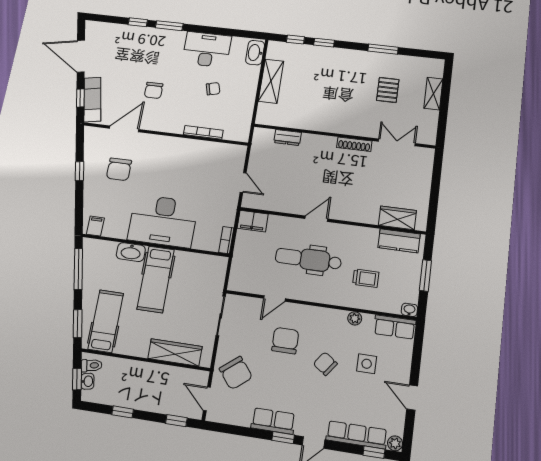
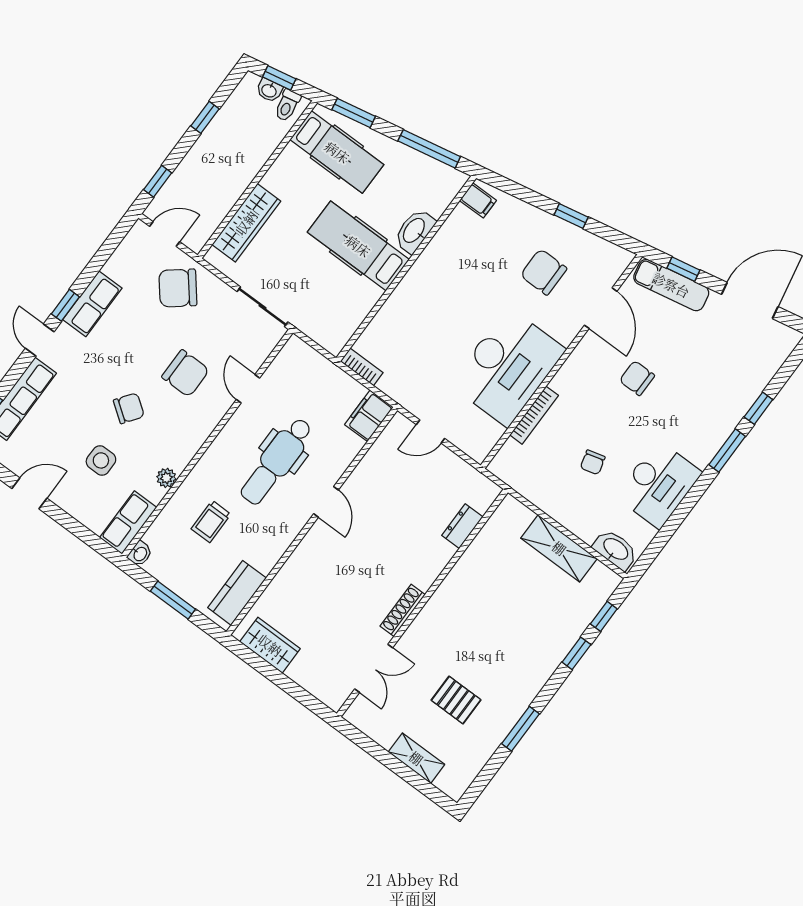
wardrobe: (397, 218) -> (270, 645), moved, turned -90
desk: (163, 221) -> (508, 367), moved, turned 180
dental chair: (308, 259) -> (276, 461), turned 180

